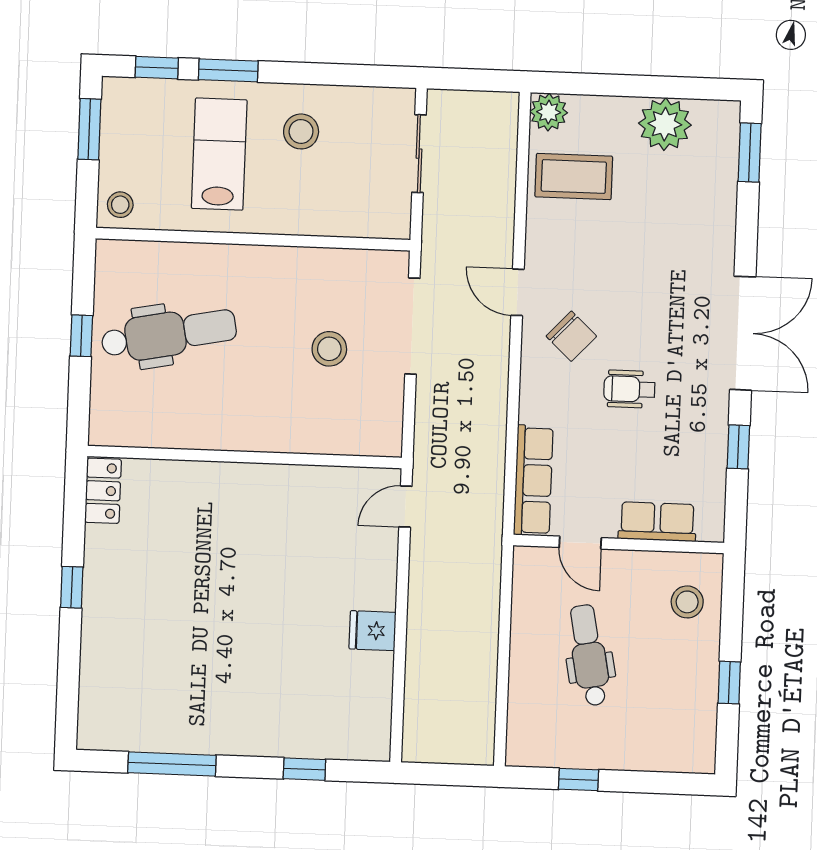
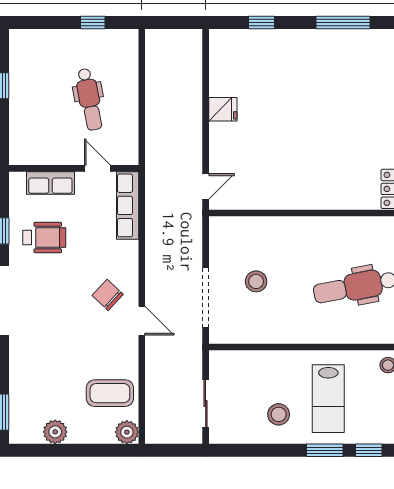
plant: (665, 124) -> (55, 432), width x0.73, depth x0.73
wheelchair: (629, 389) -> (44, 238), moved, width x1.36, depth x1.37
stool: (687, 602) -> (30, 134), removed

